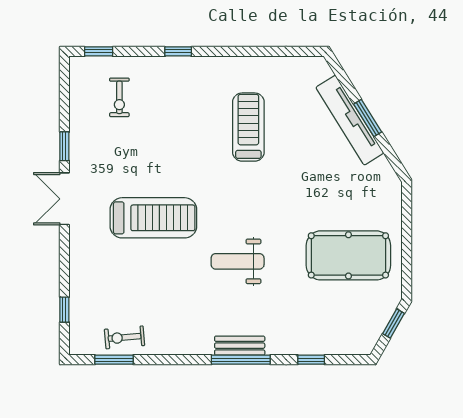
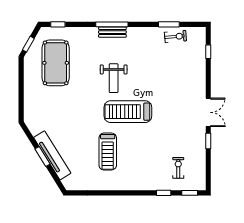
window: (178, 51) -> (164, 193), moved
treadmill: (153, 218) -> (128, 112), moved
pool table: (348, 255) -> (56, 63), moved, turned 90
weight bench: (238, 261) -> (114, 78), turned 90
window: (114, 360) -> (169, 24), moved
window: (311, 360) -> (58, 24), moved

